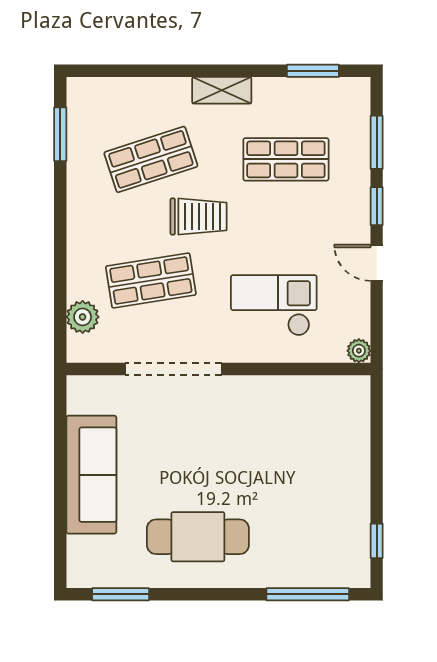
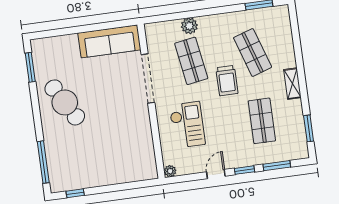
plant: (83, 317) -> (189, 26), moved
sofa: (91, 475) -> (109, 41), moved
cafe table: (198, 537) -> (65, 102), turned -30

